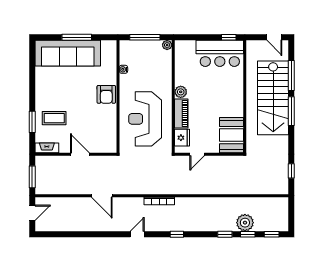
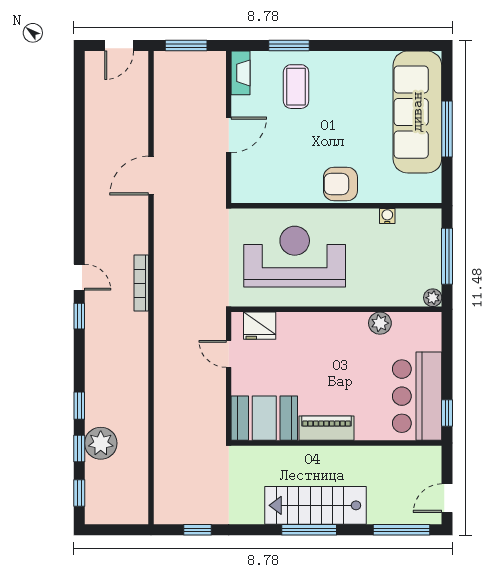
window: (291, 75) -> (402, 530), moved
plant: (181, 92) -> (380, 323), moved
stairs: (273, 98) -> (316, 505), width x0.73, depth x0.66
piano: (181, 113) -> (326, 428), moved, turned 180
door: (32, 213) -> (119, 46), hinge flipped
door: (137, 234) -> (79, 277), moved

